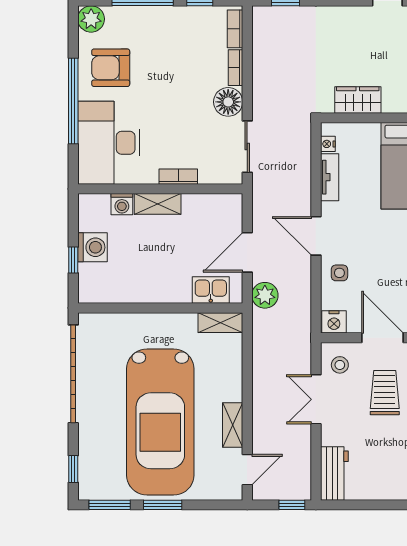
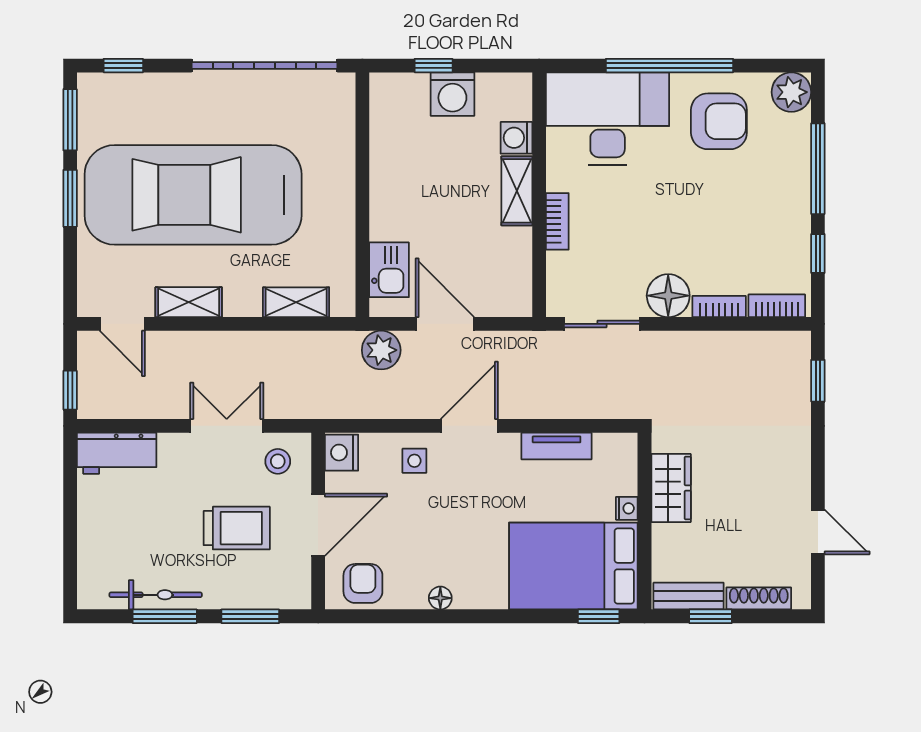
armchair: (111, 68) -> (719, 121), turned 90
nightstand: (328, 144) -> (627, 508), moved, turned 90
shelving: (220, 323) -> (296, 302), moved, turned 90

